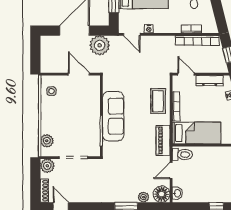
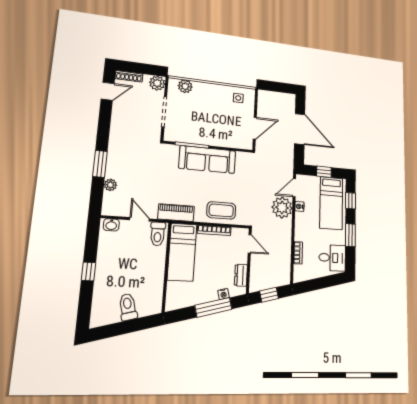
bookcase: (197, 40) -> (286, 259), removed
plant: (100, 45) -> (282, 208), moved
door: (186, 74) -> (250, 244), hinge flipped
dresser: (210, 81) -> (241, 275), width x0.70
floor lamp: (162, 194) -> (112, 206), removed

